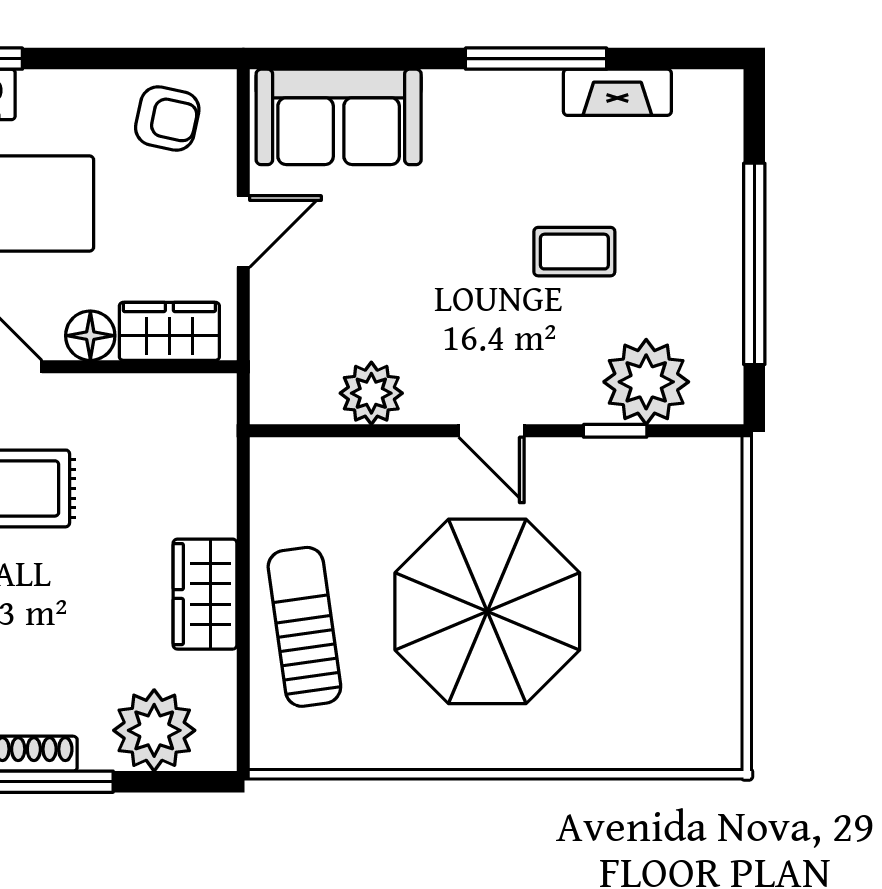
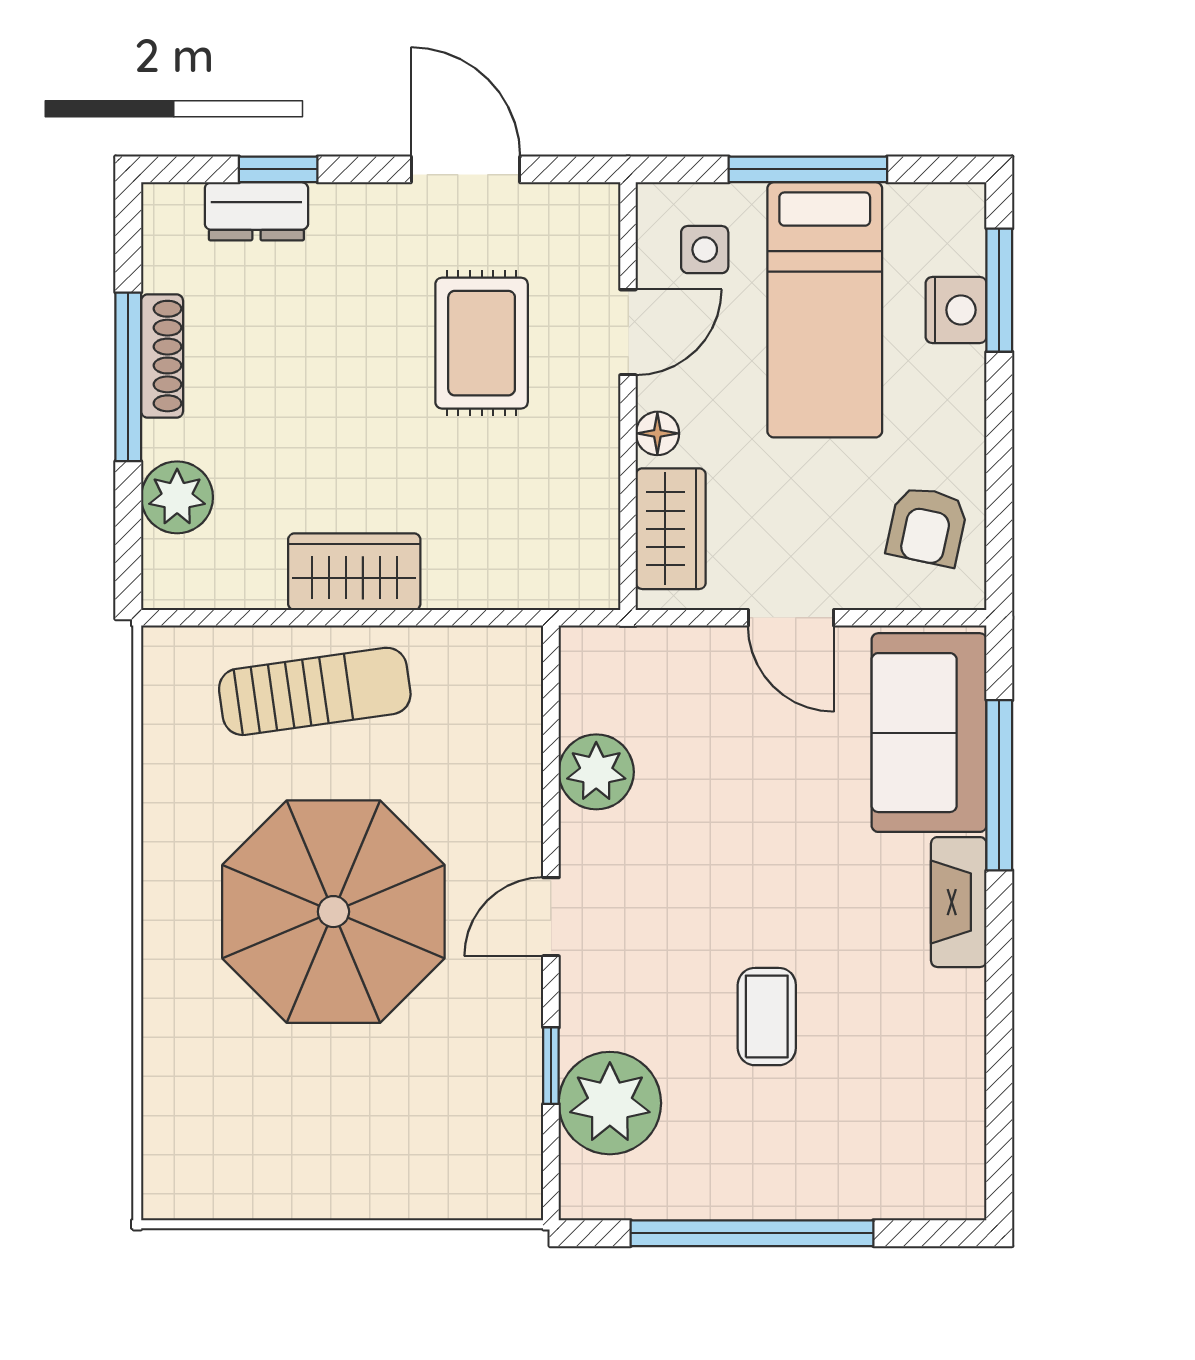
window: (536, 59) -> (999, 785), moved
fireplace: (617, 92) -> (959, 902), moved
floor lamp: (90, 336) -> (657, 433), width x0.73, depth x0.73
plant: (154, 730) -> (177, 497), width x0.73, depth x0.73

